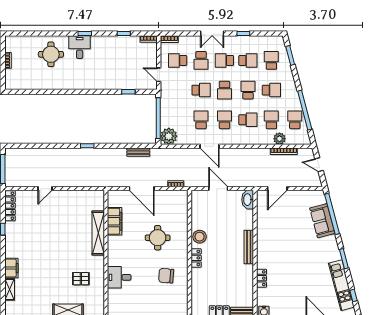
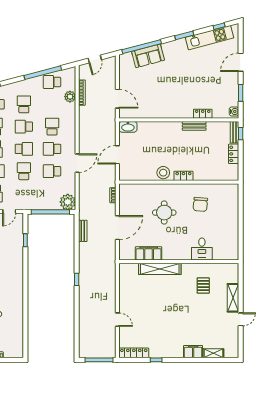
school desk: (271, 120) -> (52, 104), removed
bench: (249, 247) -> (194, 126), moved, width x0.73

